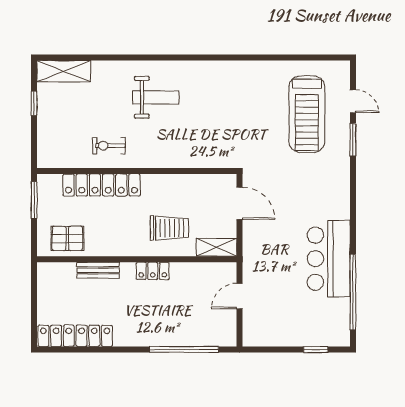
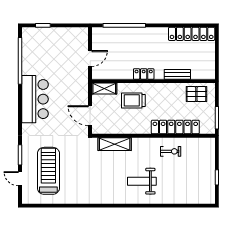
shelving: (64, 71) -> (115, 144), moved
bar counter: (329, 259) -> (35, 99), moved

